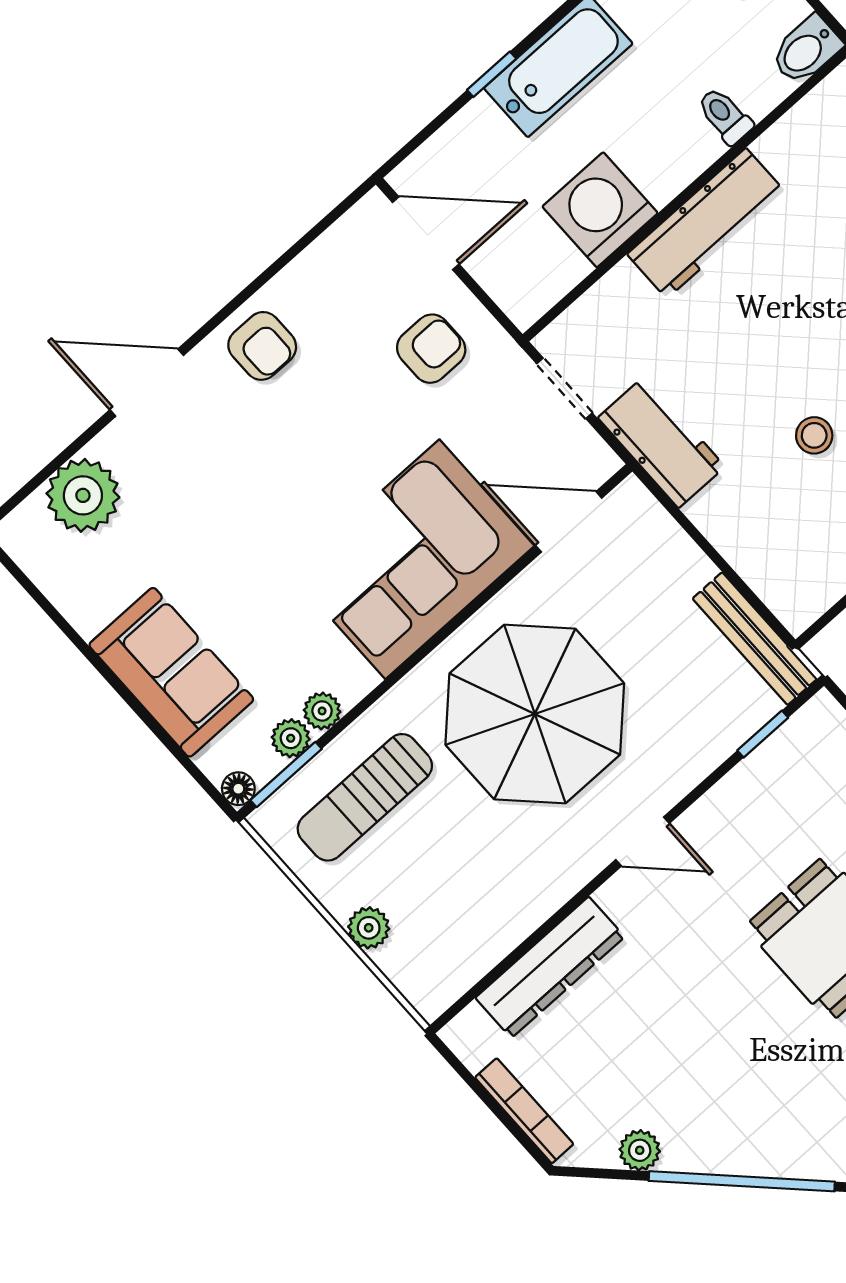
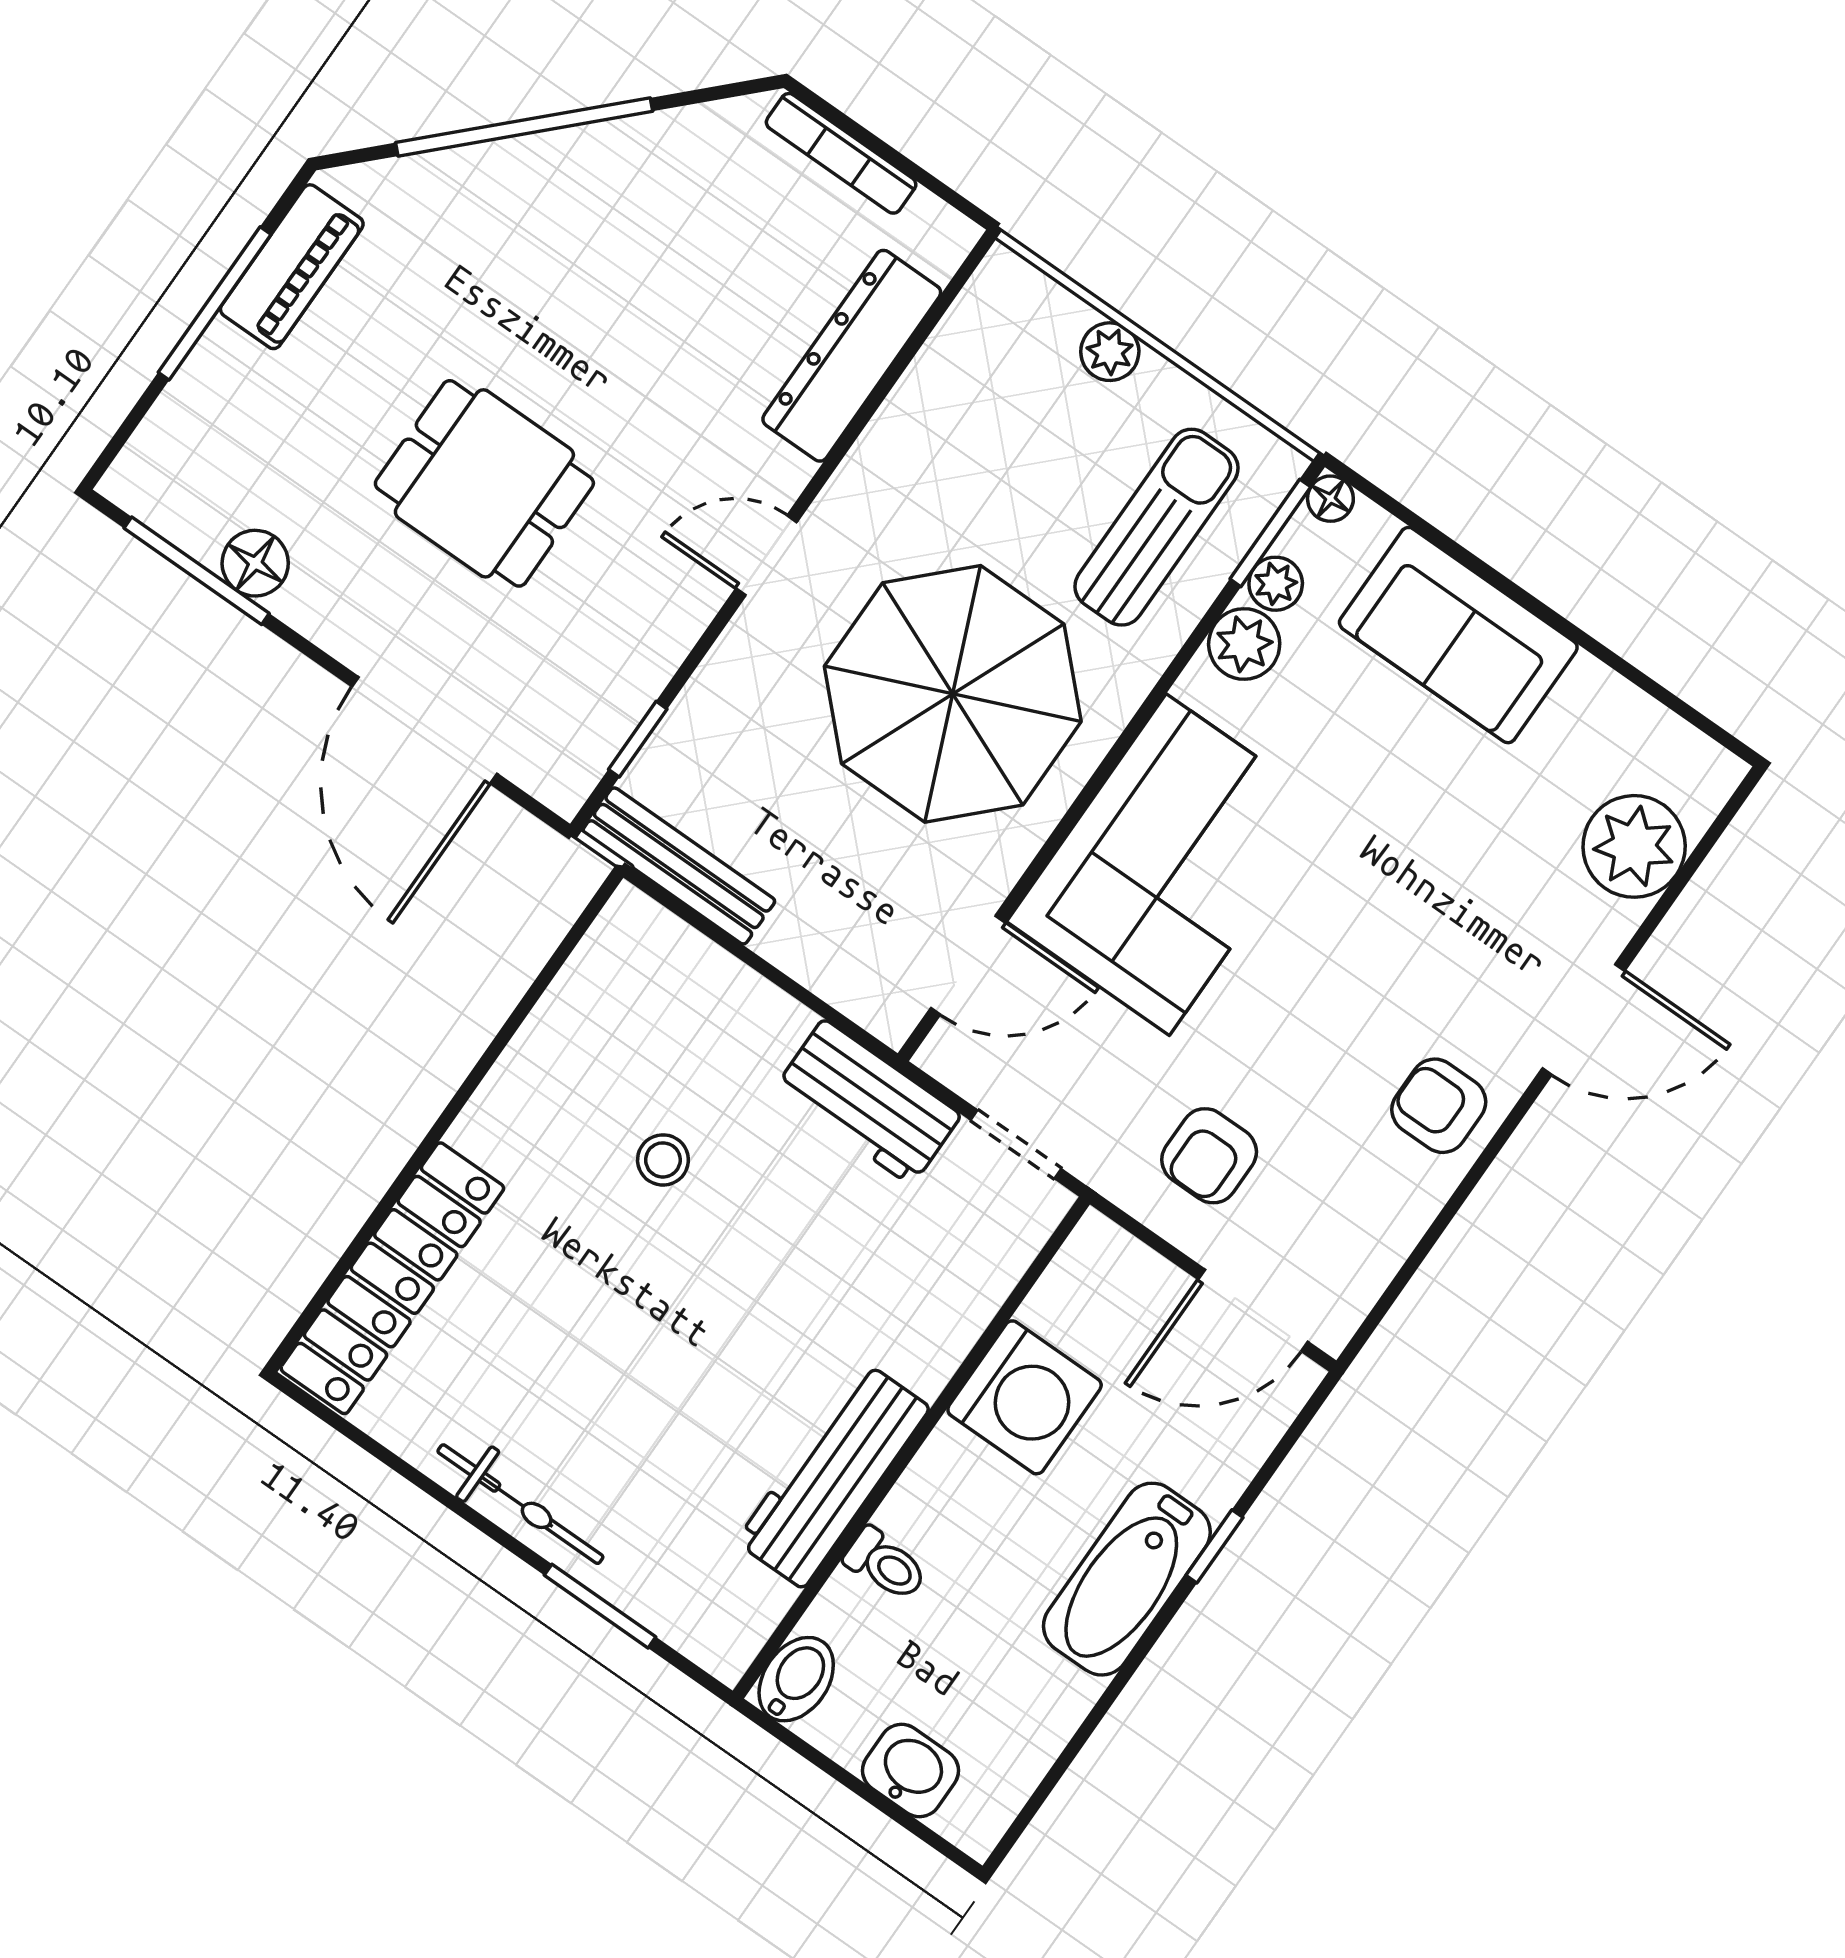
workbench: (706, 223) -> (833, 1475), moved
plant: (322, 711) -> (1244, 644), width x1.38, depth x1.38
plant: (640, 1150) -> (672, 136), removed

